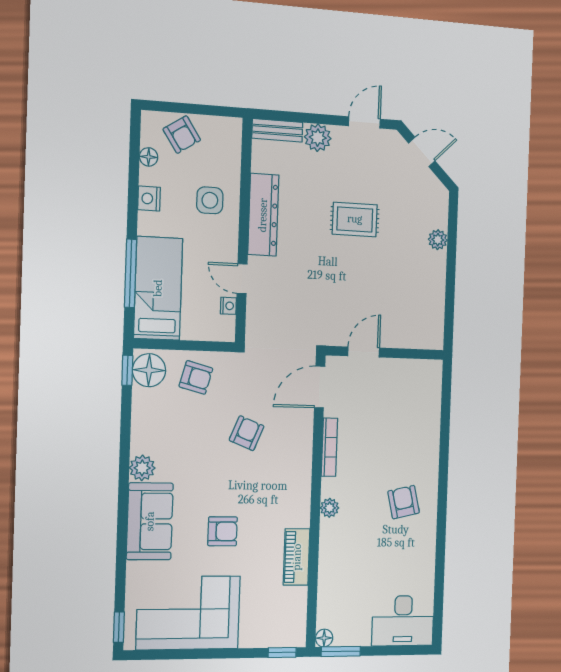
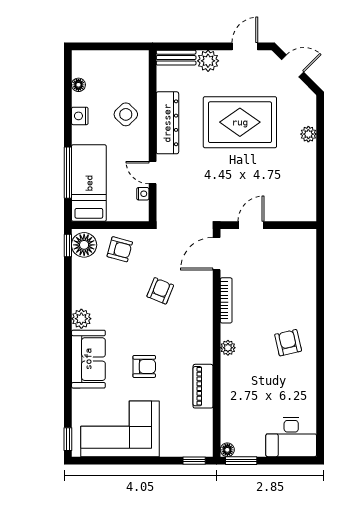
armchair: (182, 135) -> (103, 66), removed
side table: (210, 200) -> (126, 114), turned 45
rug: (355, 219) -> (240, 122), width x1.86, depth x2.06

